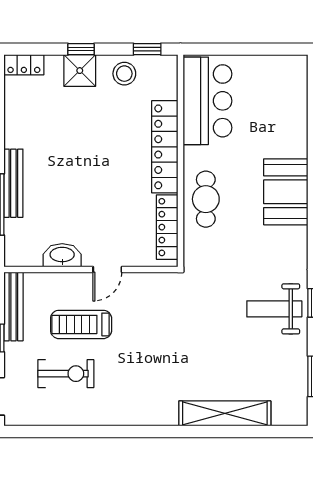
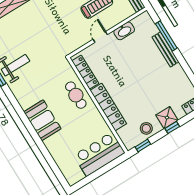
bar counter: (208, 101) -> (99, 154), moved, turned 90

